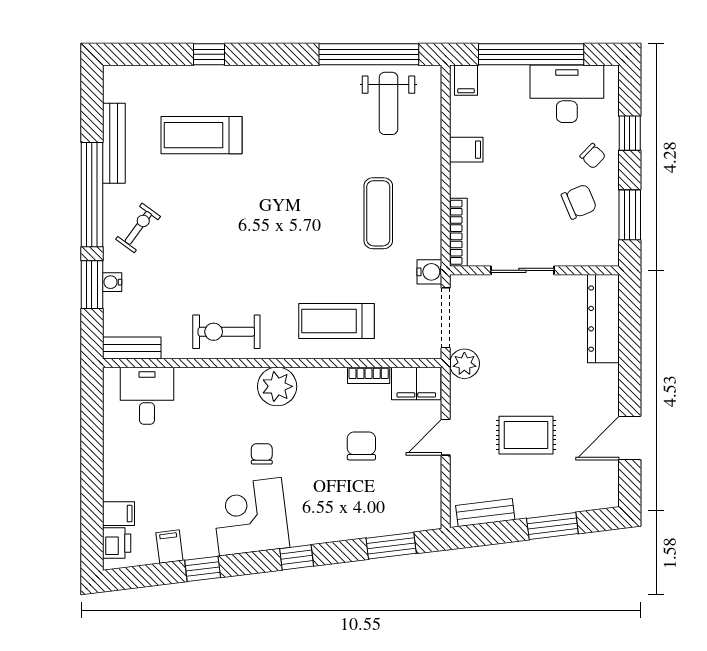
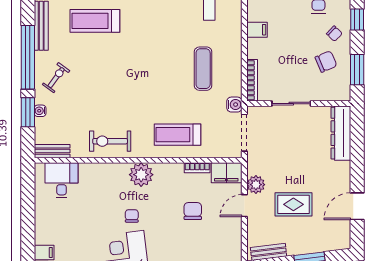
plant: (464, 364) -> (256, 185), moved

